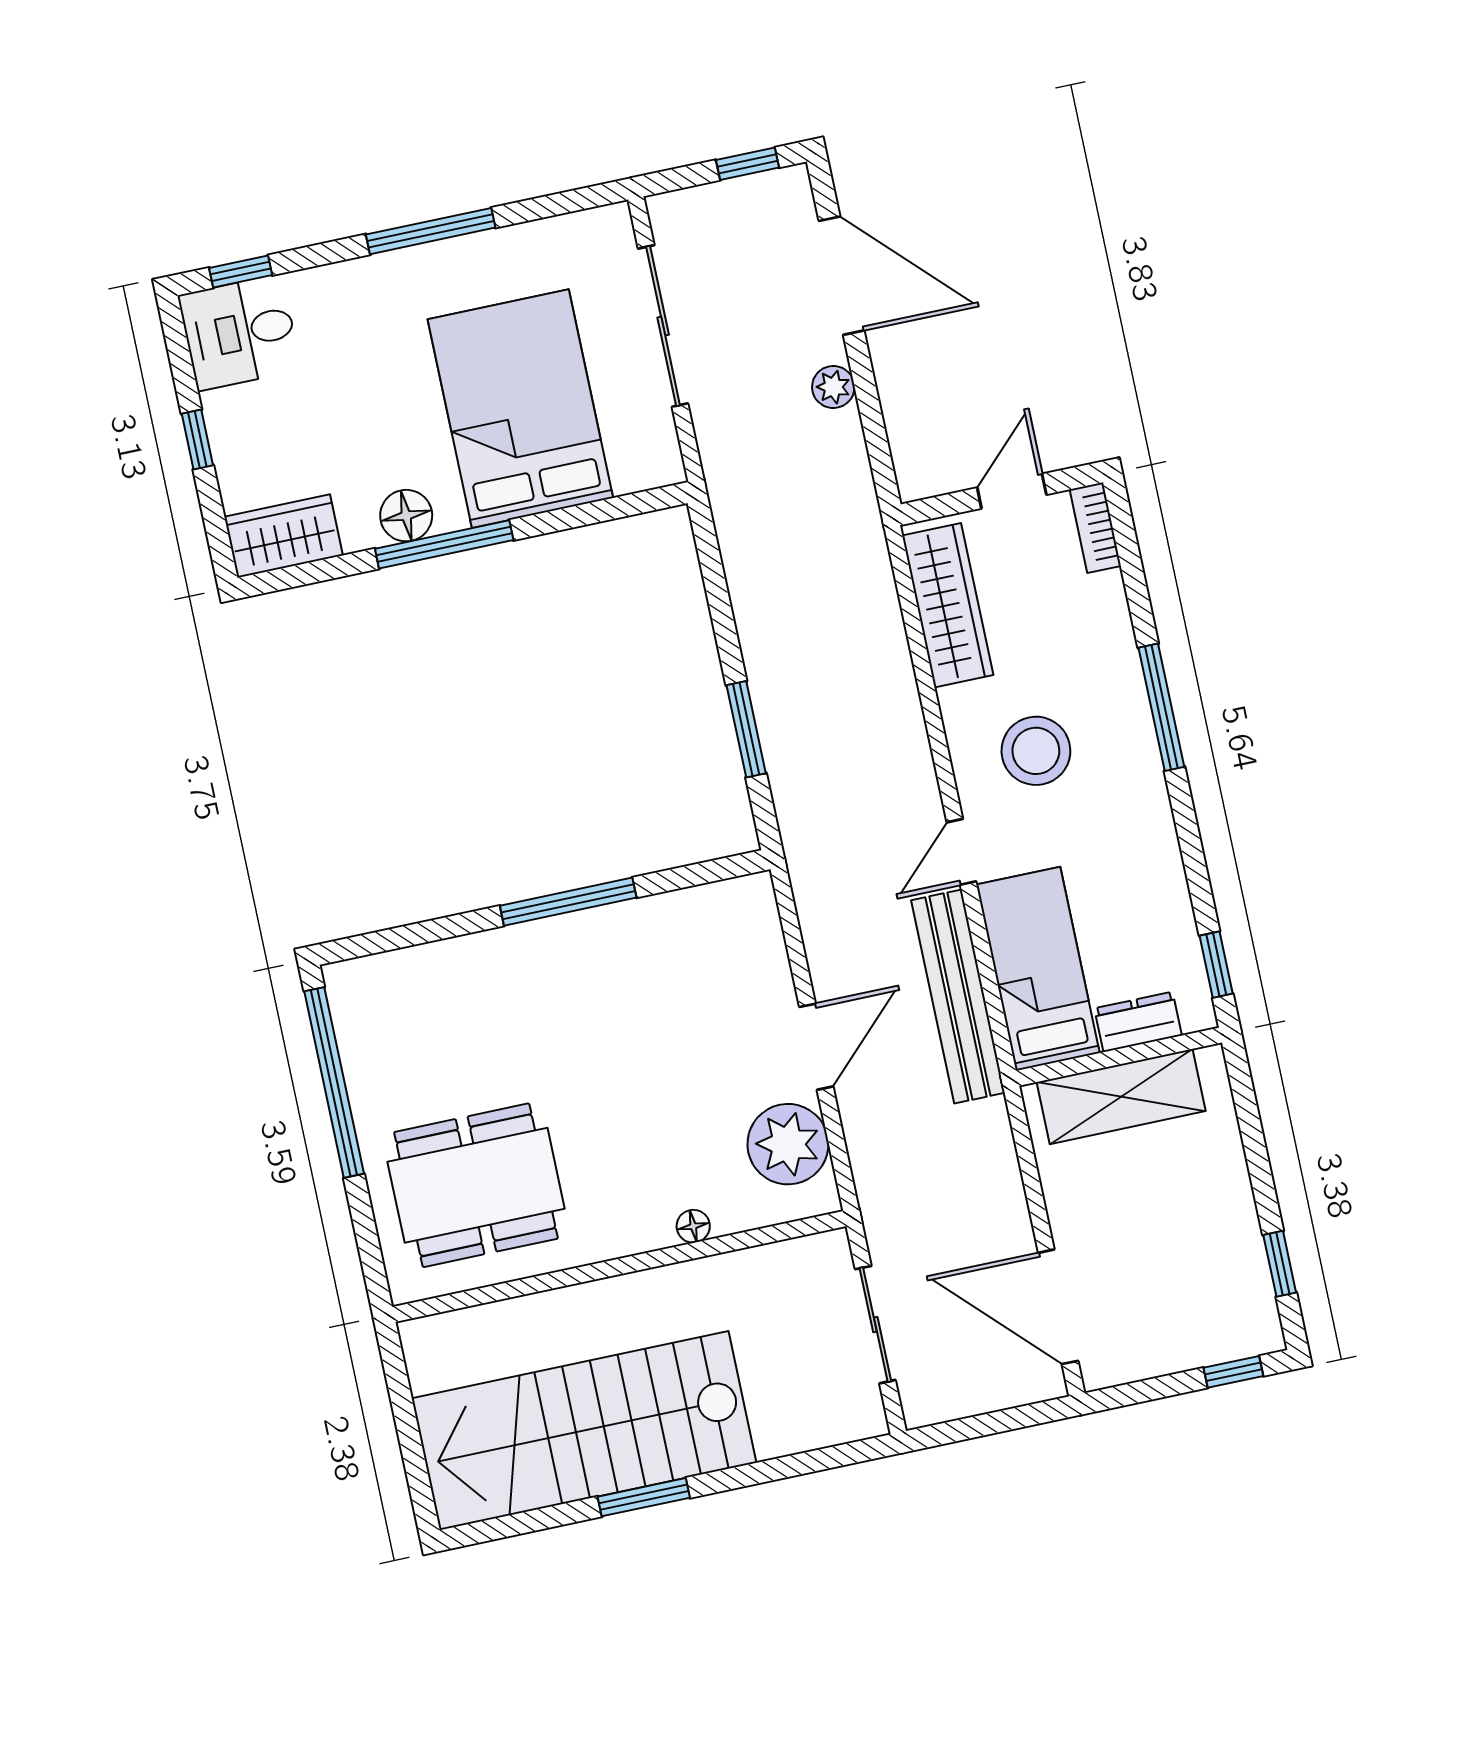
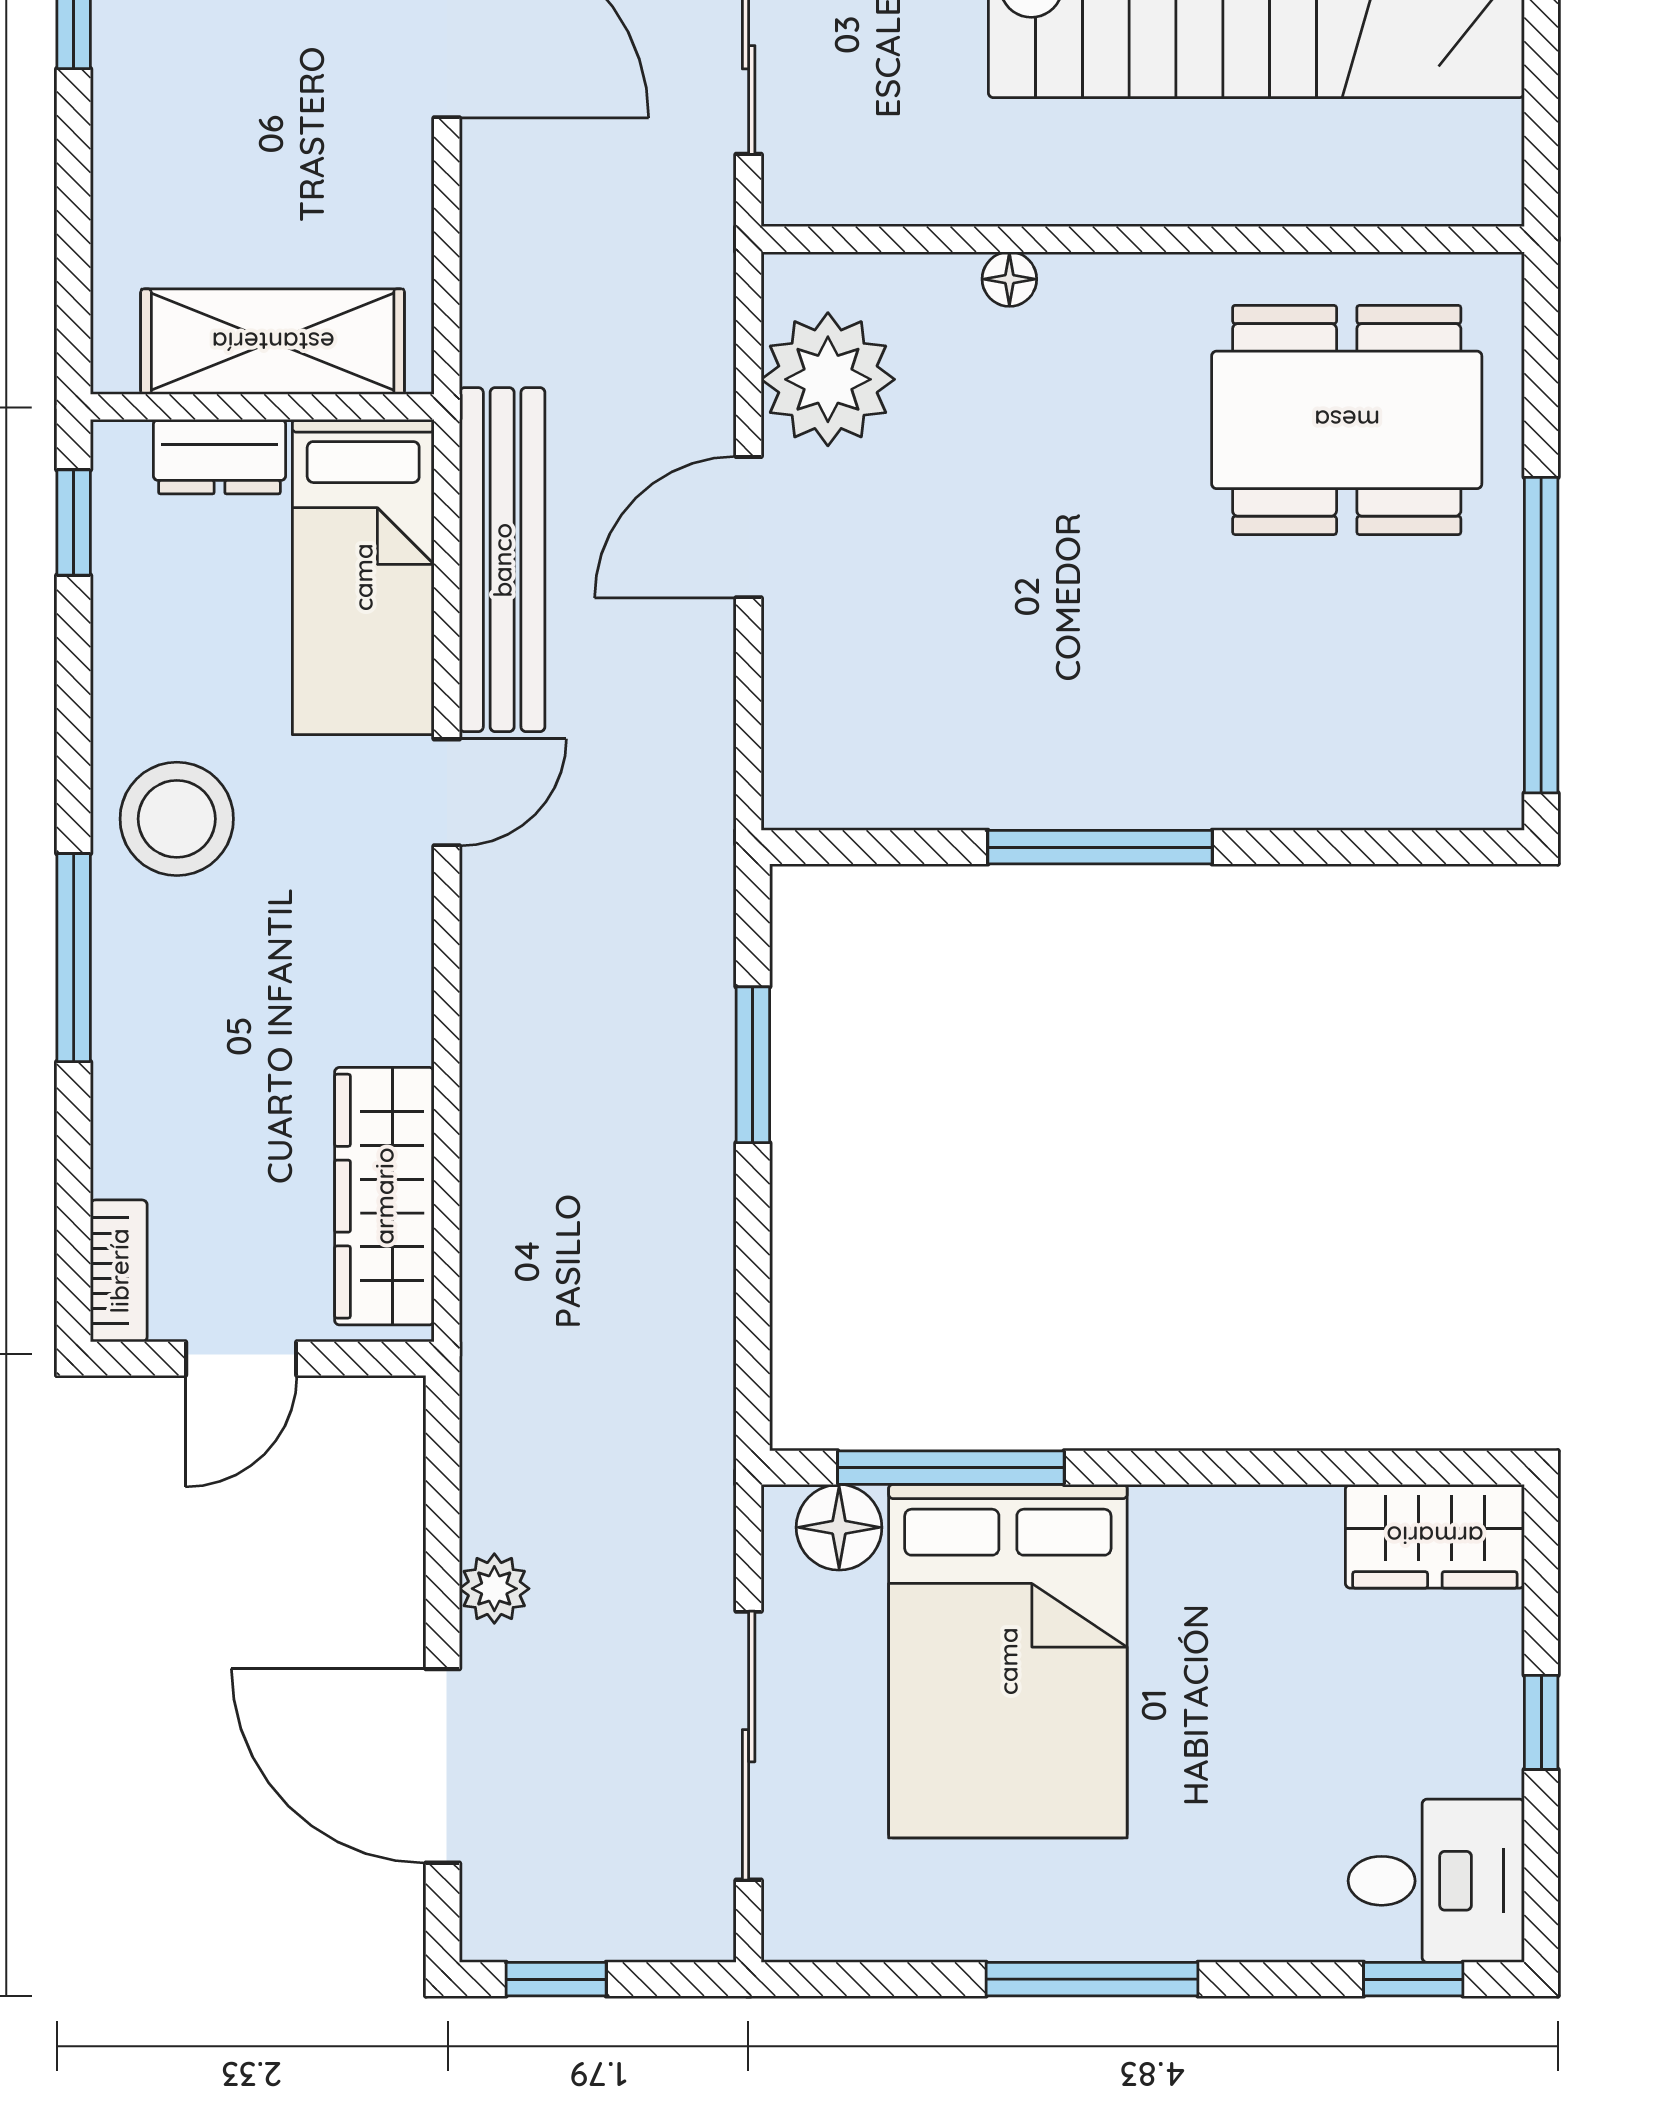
floor lamp: (406, 516) -> (839, 1527), moved
window: (444, 544) -> (951, 1468), moved
stool: (1036, 751) -> (177, 819), moved

